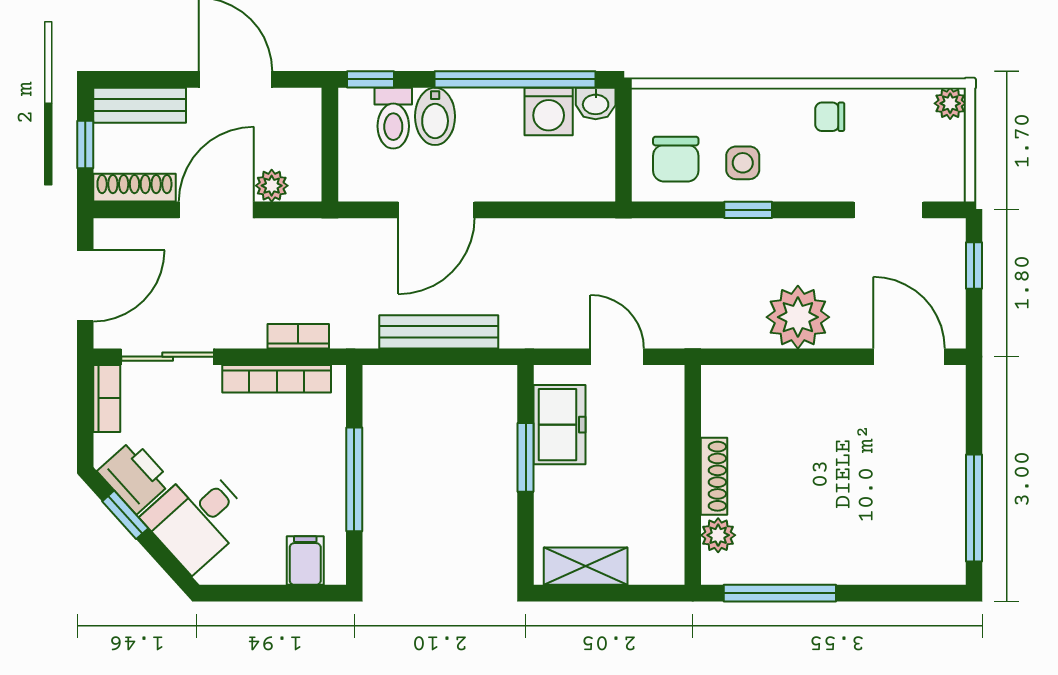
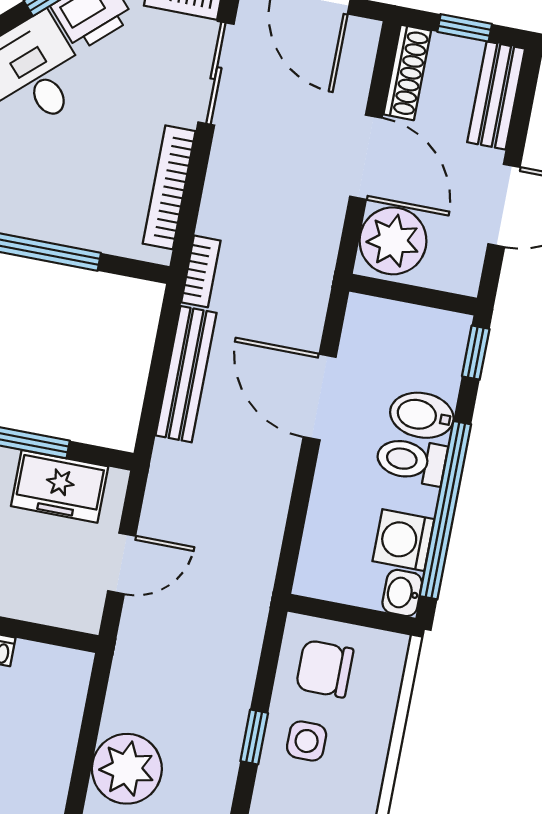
toilet: (393, 118) -> (411, 460), moved
plant: (272, 186) -> (393, 241), width x1.87, depth x1.87
bookcase: (298, 336) -> (201, 271), moved

